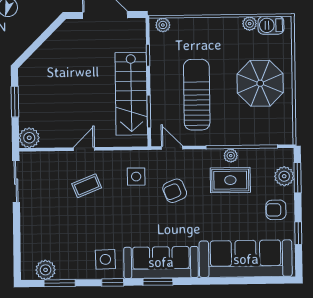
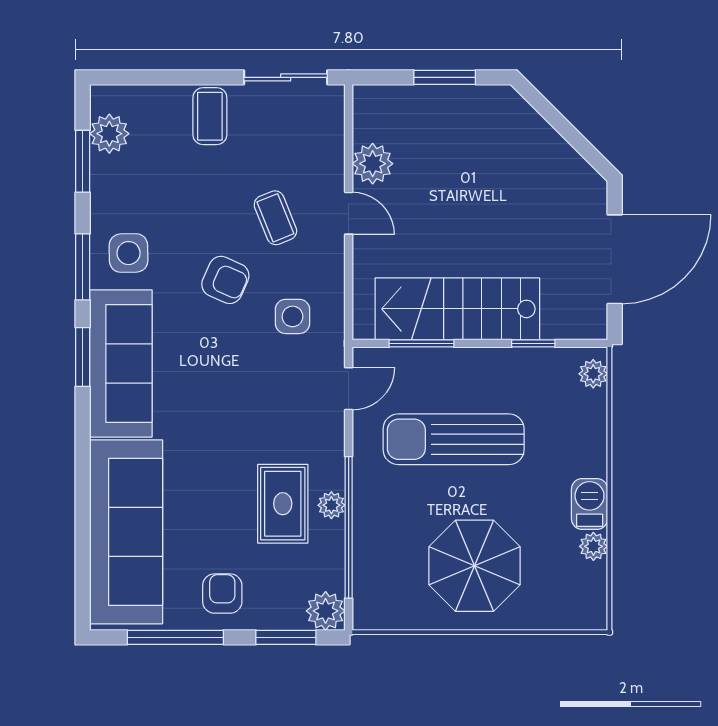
barbecue: (271, 25) -> (590, 504), moved
sun lounger: (197, 95) -> (454, 439), turned 180
plant: (29, 138) -> (373, 164), moved
plant: (284, 176) -> (326, 611), moved
armchair: (175, 191) -> (225, 280), moved, turned 136
coffee table: (36, 219) -> (210, 116), added
window: (298, 233) -> (175, 637), width x2.17
window: (113, 282) -> (83, 267), width x1.50

